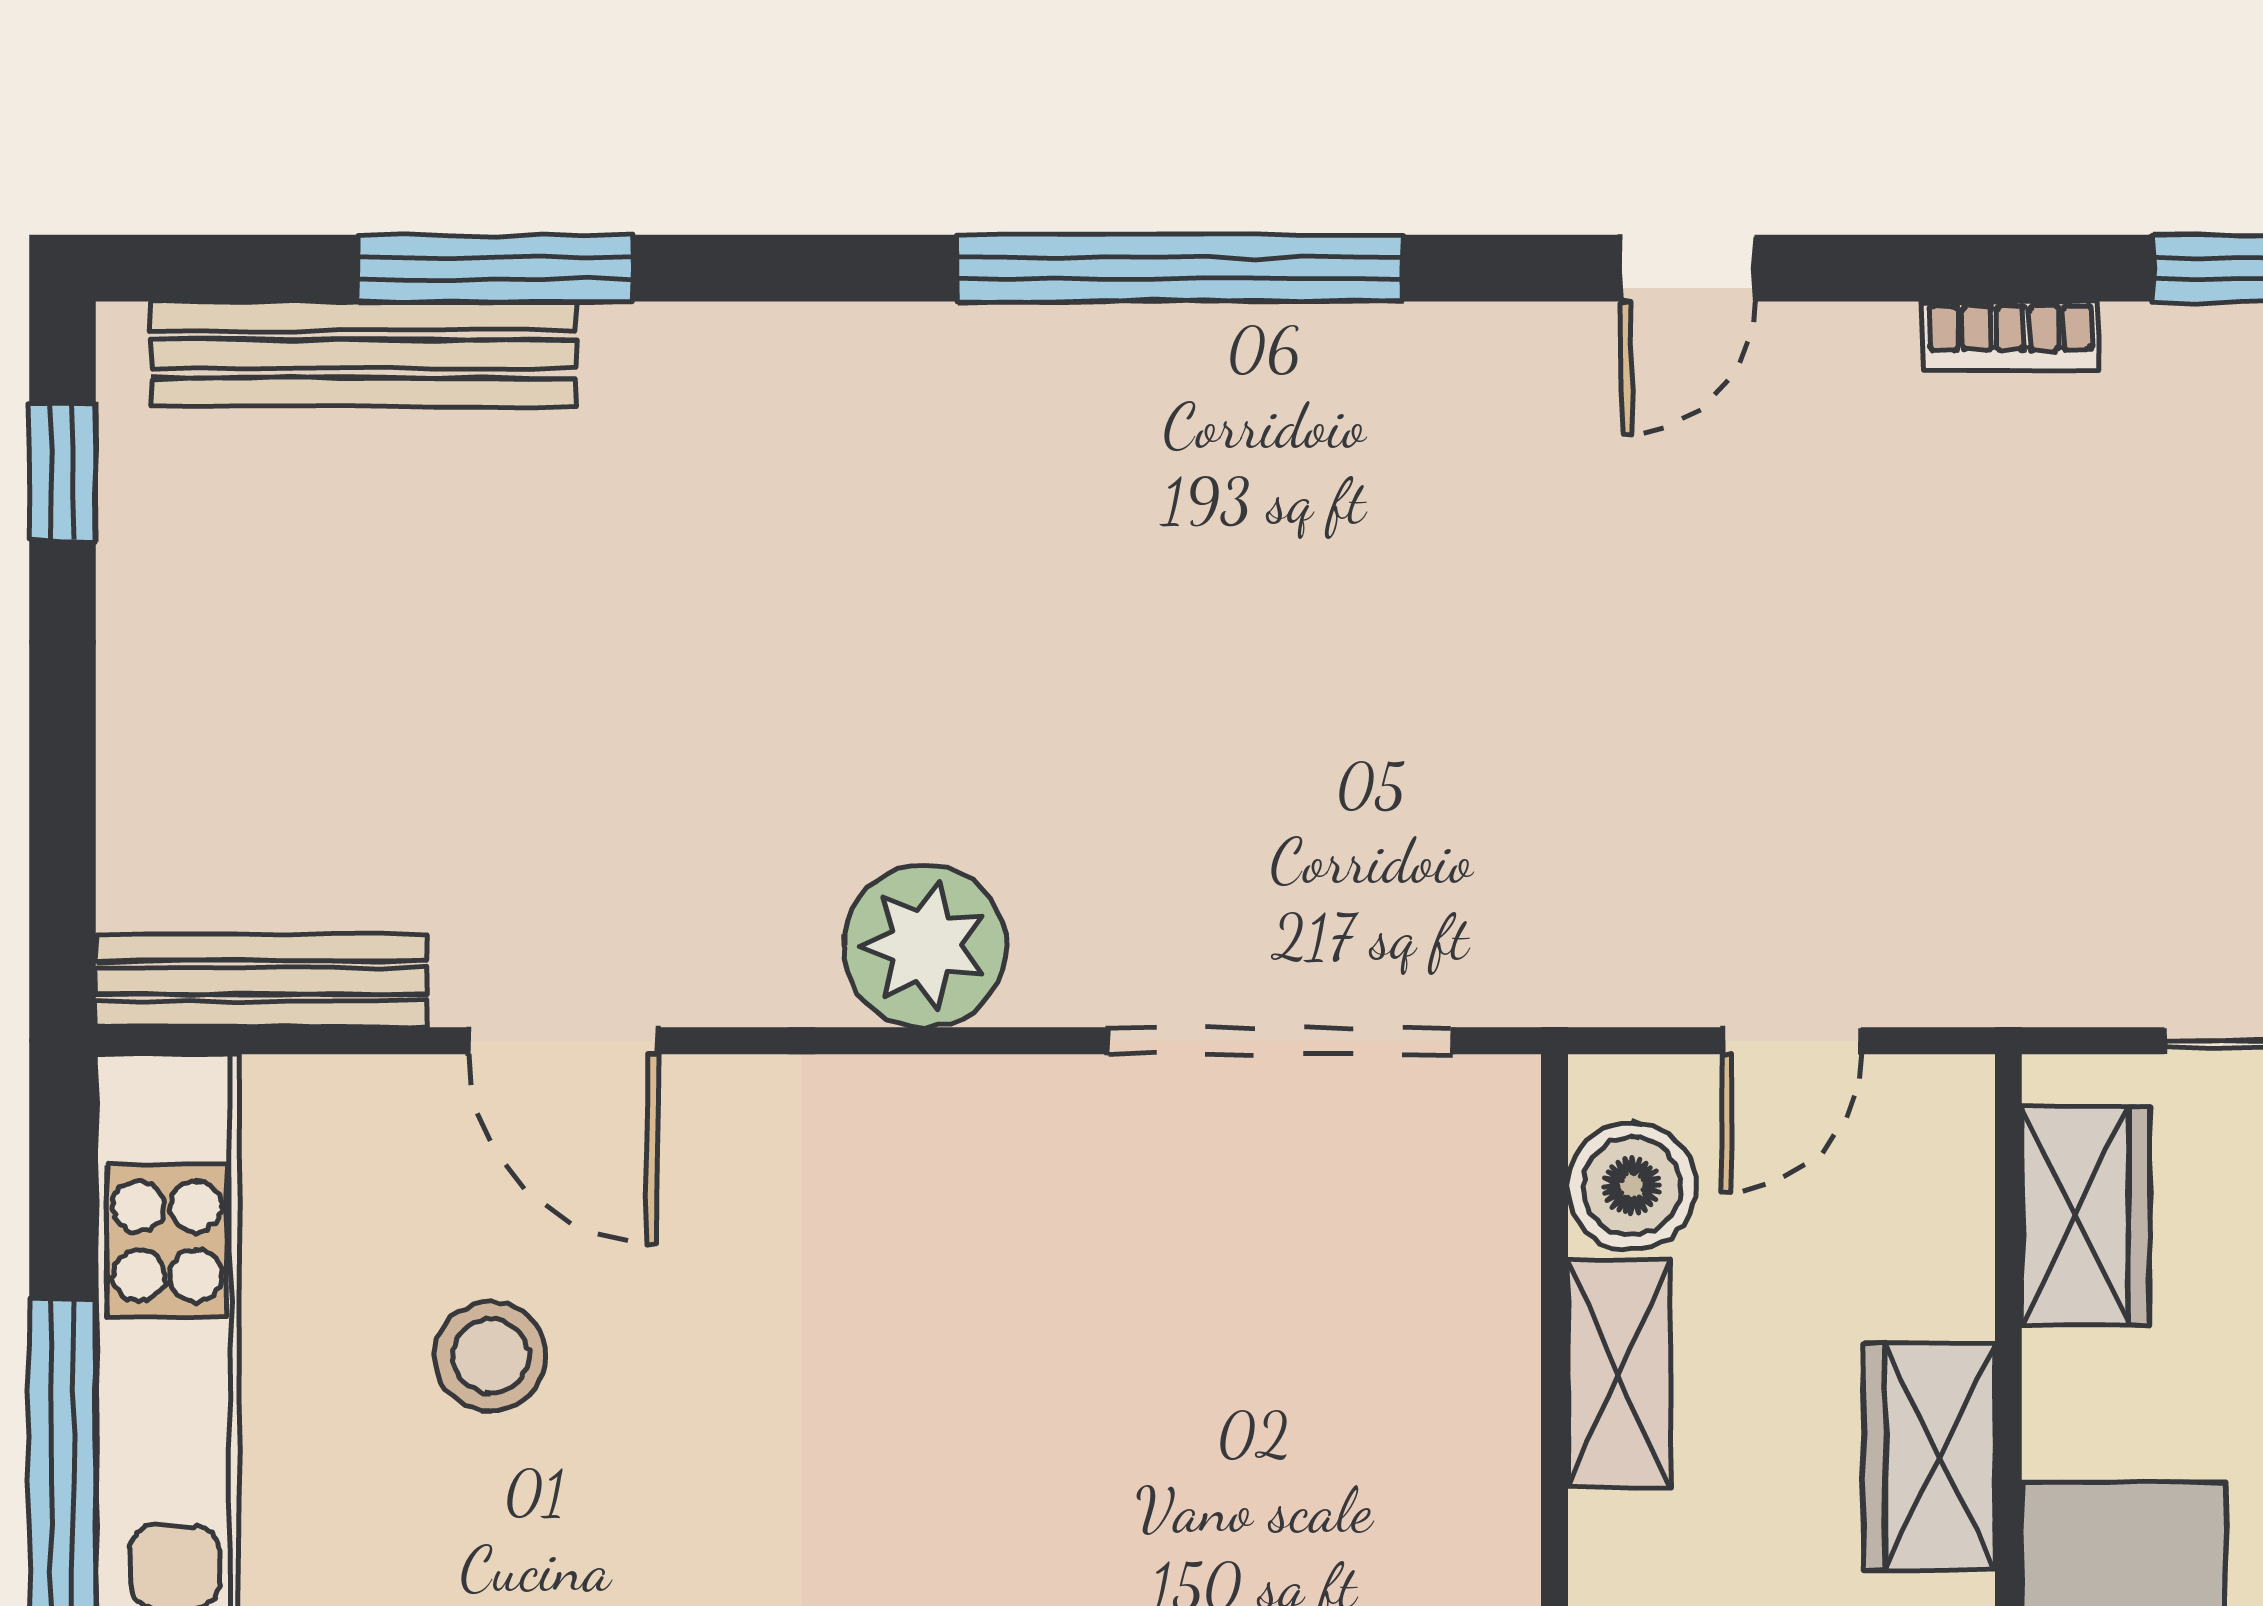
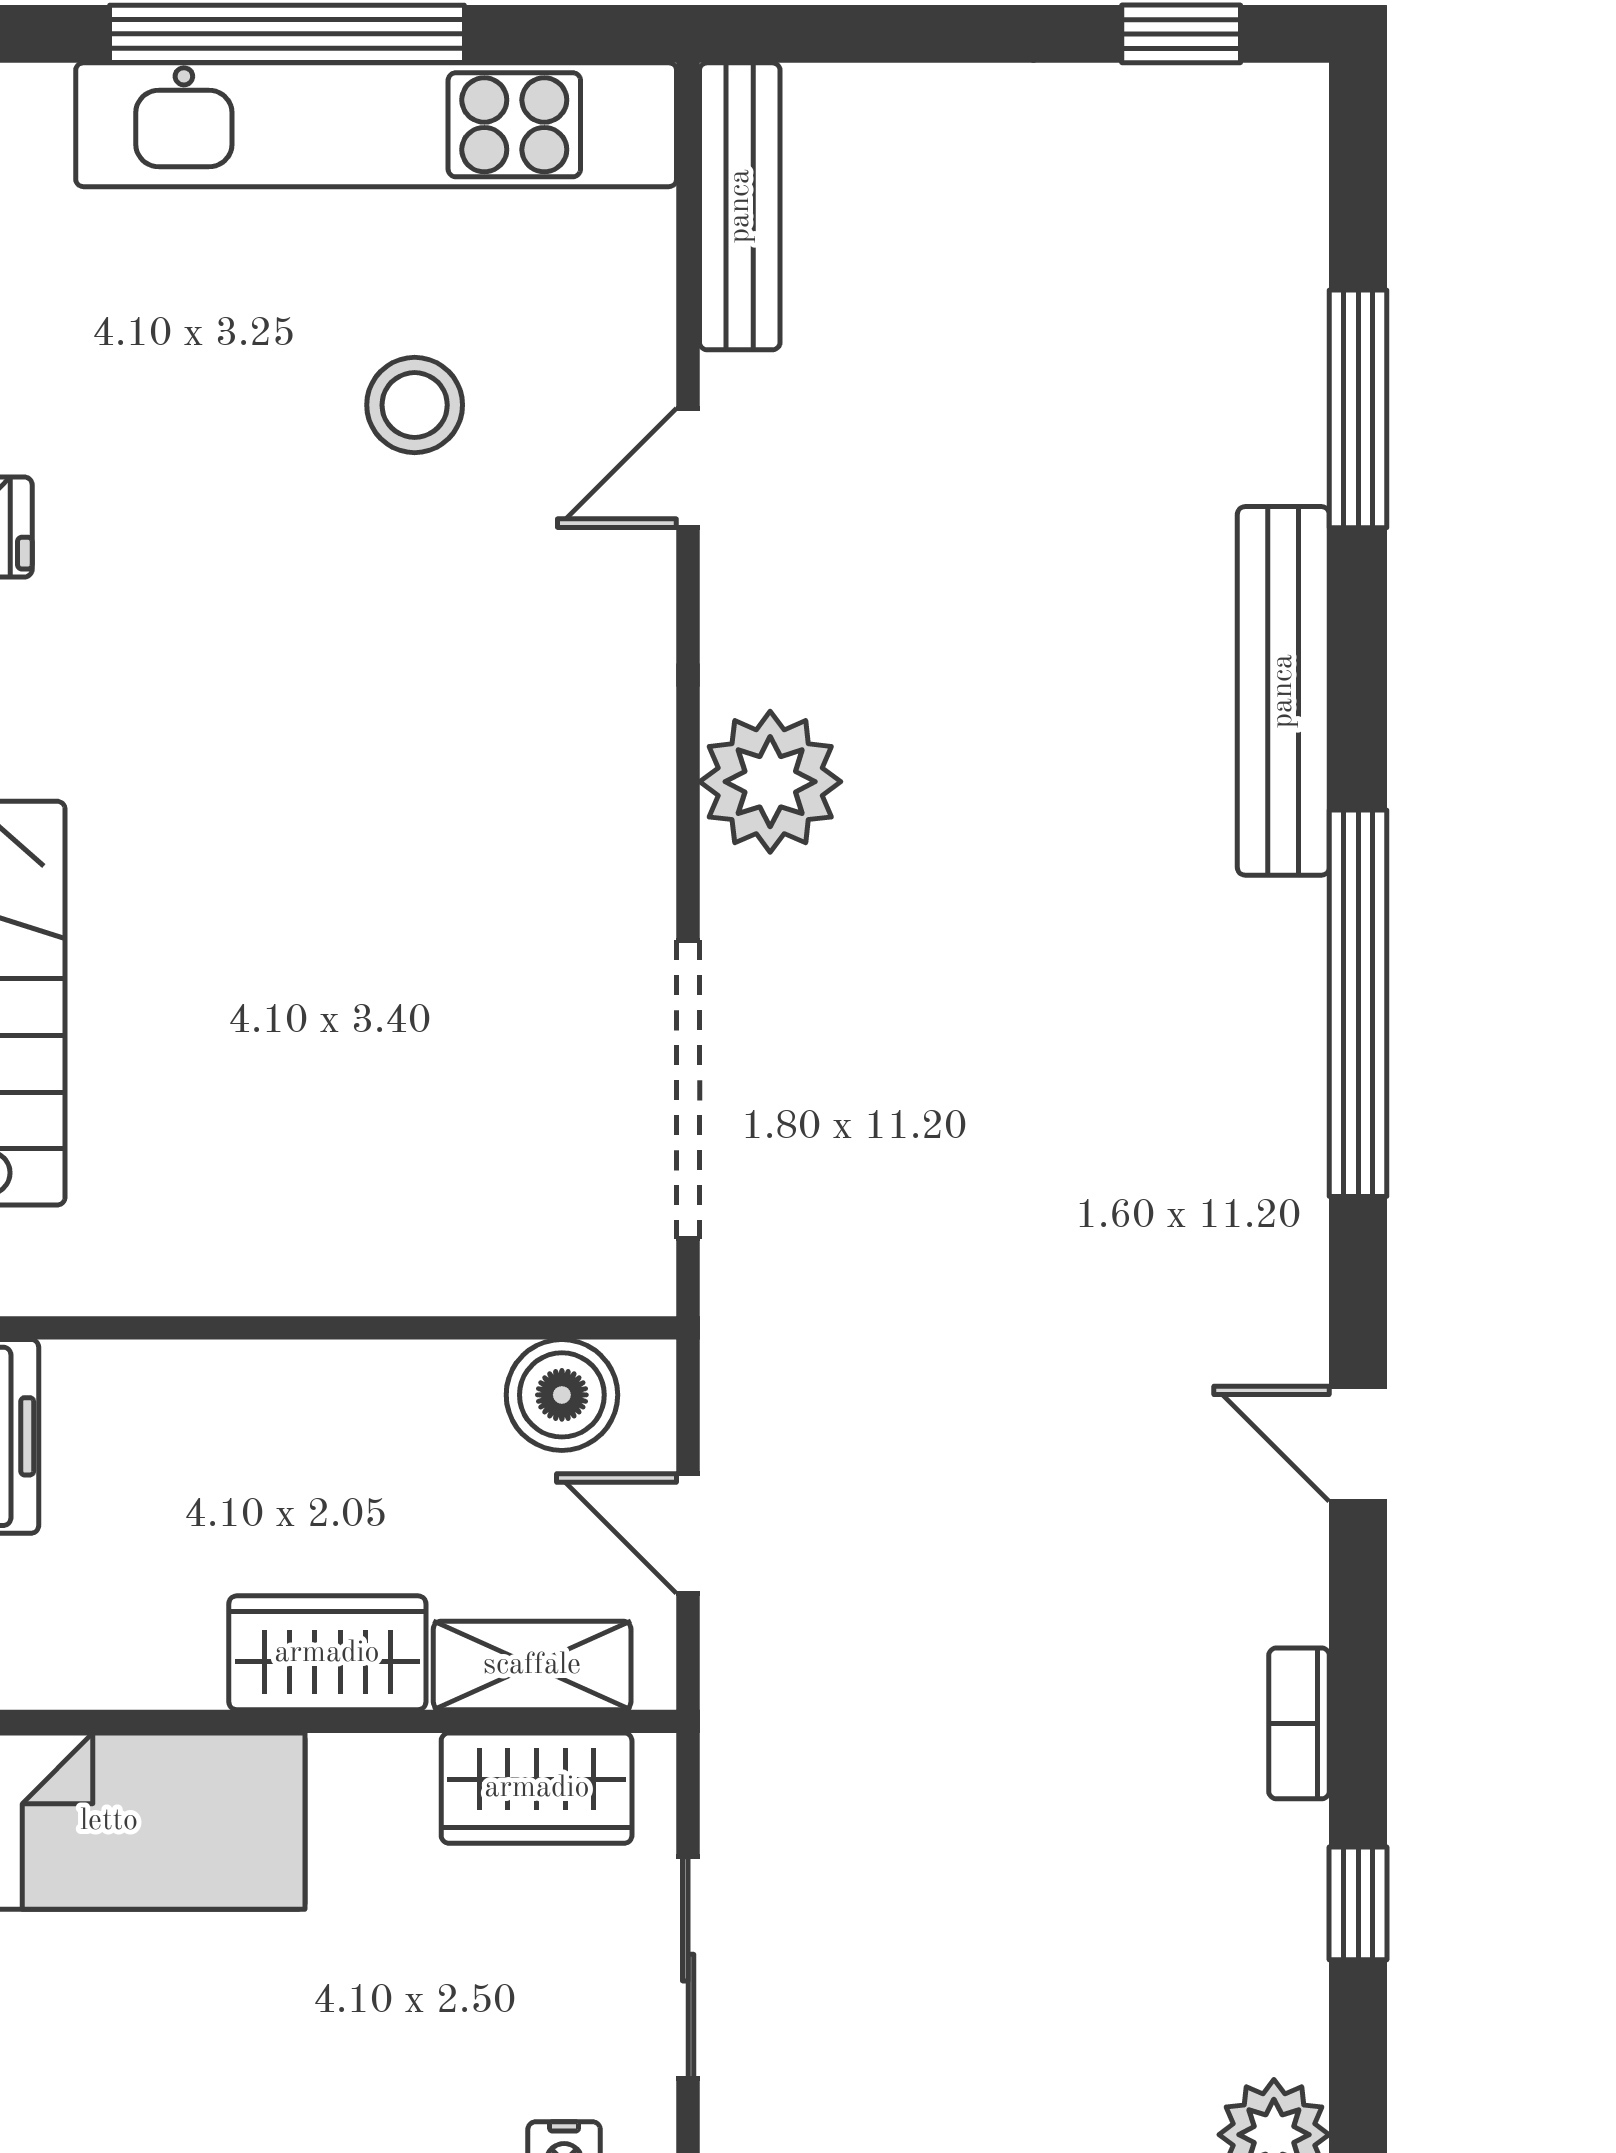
bench: (364, 354) -> (1283, 691), moved
door: (563, 1041) -> (688, 468), width x0.73
shelving: (1619, 1373) -> (532, 1665), moved

